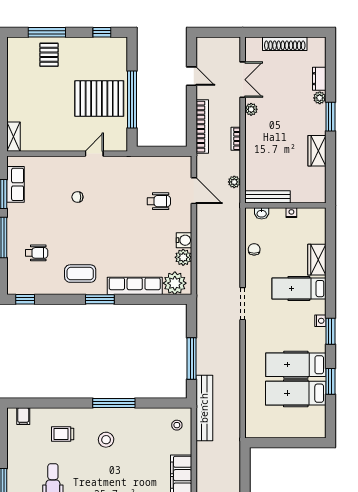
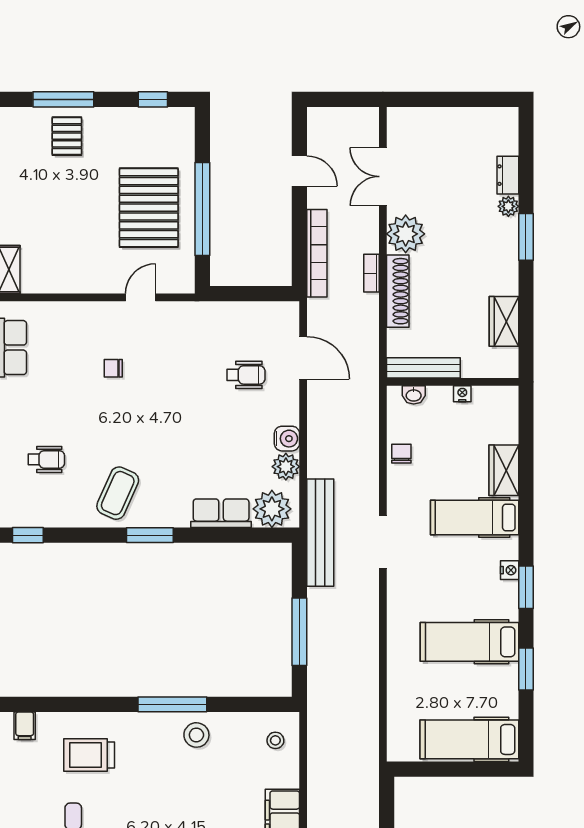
shoe rack: (285, 44) -> (398, 291), moved, turned -90
double door: (243, 80) -> (383, 177), swing flipped
pallet: (99, 99) -> (149, 208), turned 90
plant: (251, 109) -> (406, 234), width x1.87, depth x1.87
wardrobe: (317, 151) -> (504, 321), moved
plant: (234, 182) -> (369, 344), removed
coffee table: (80, 274) -> (118, 493), turned -66
row of seats: (135, 286) -> (221, 513), width x0.68
hospital bed: (296, 393) -> (469, 739), moved
bench: (204, 408) -> (320, 533), moved
trolley: (63, 434) -> (89, 755), width x1.36, depth x1.39
stool: (106, 440) -> (196, 735), moved

